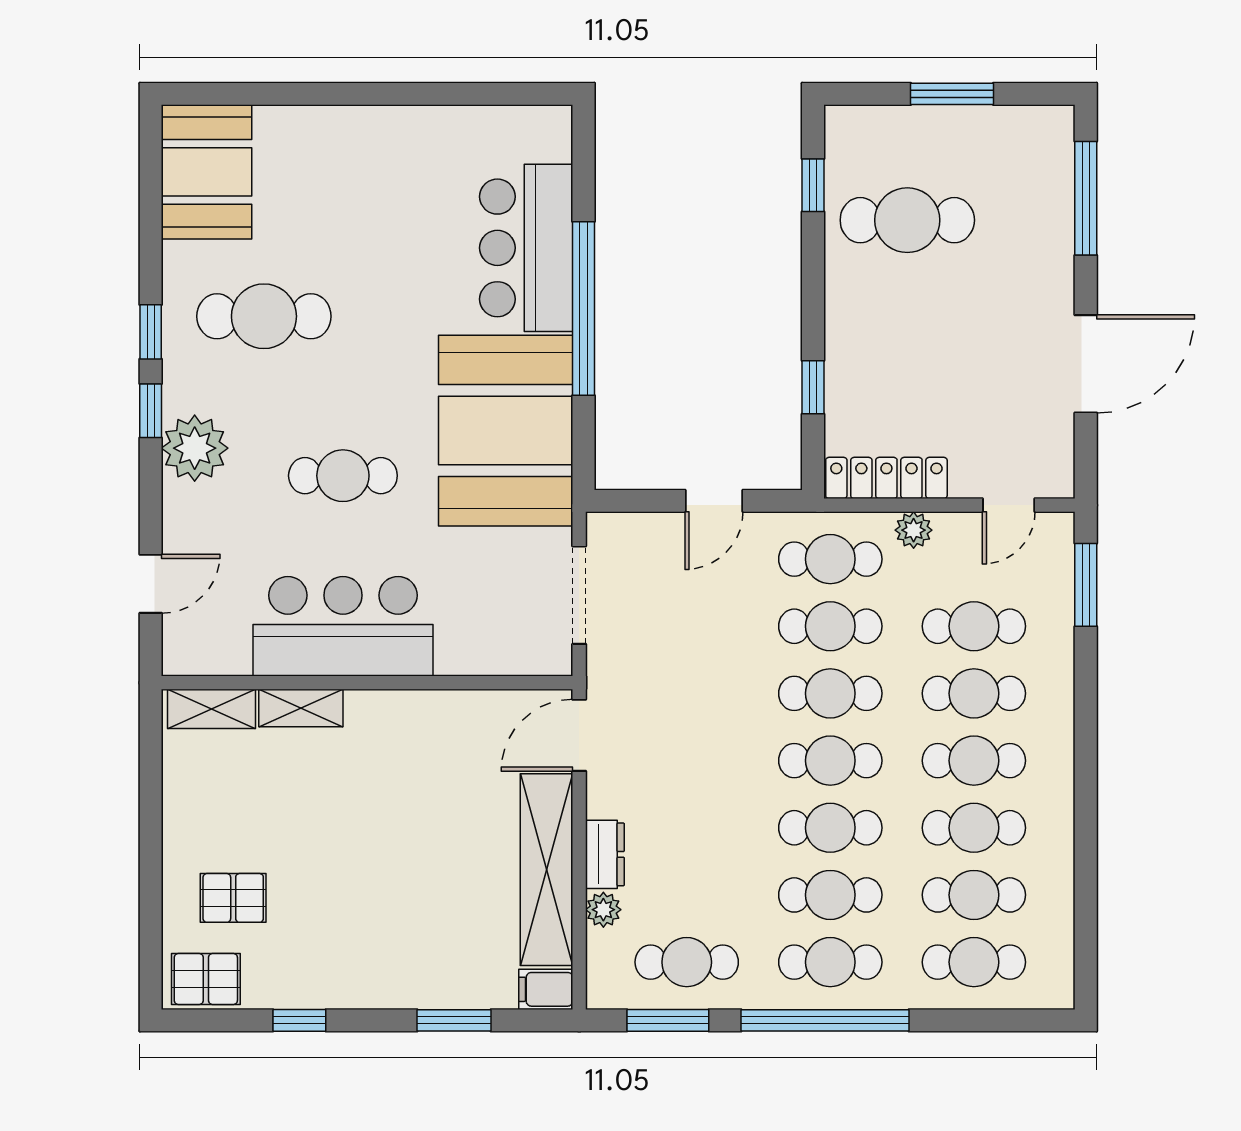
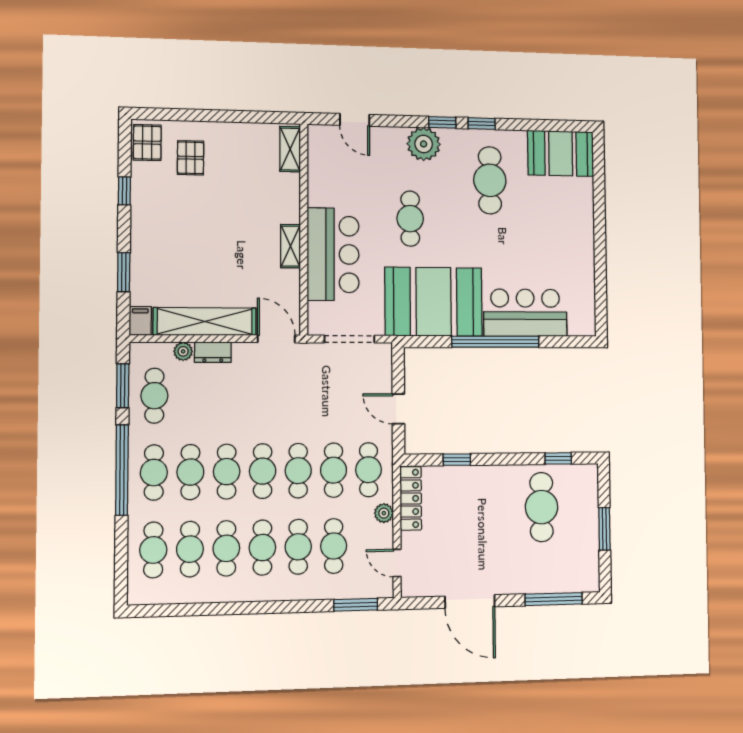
bar counter: (343, 626) -> (333, 254), moved
shelving: (301, 708) -> (291, 246), moved

